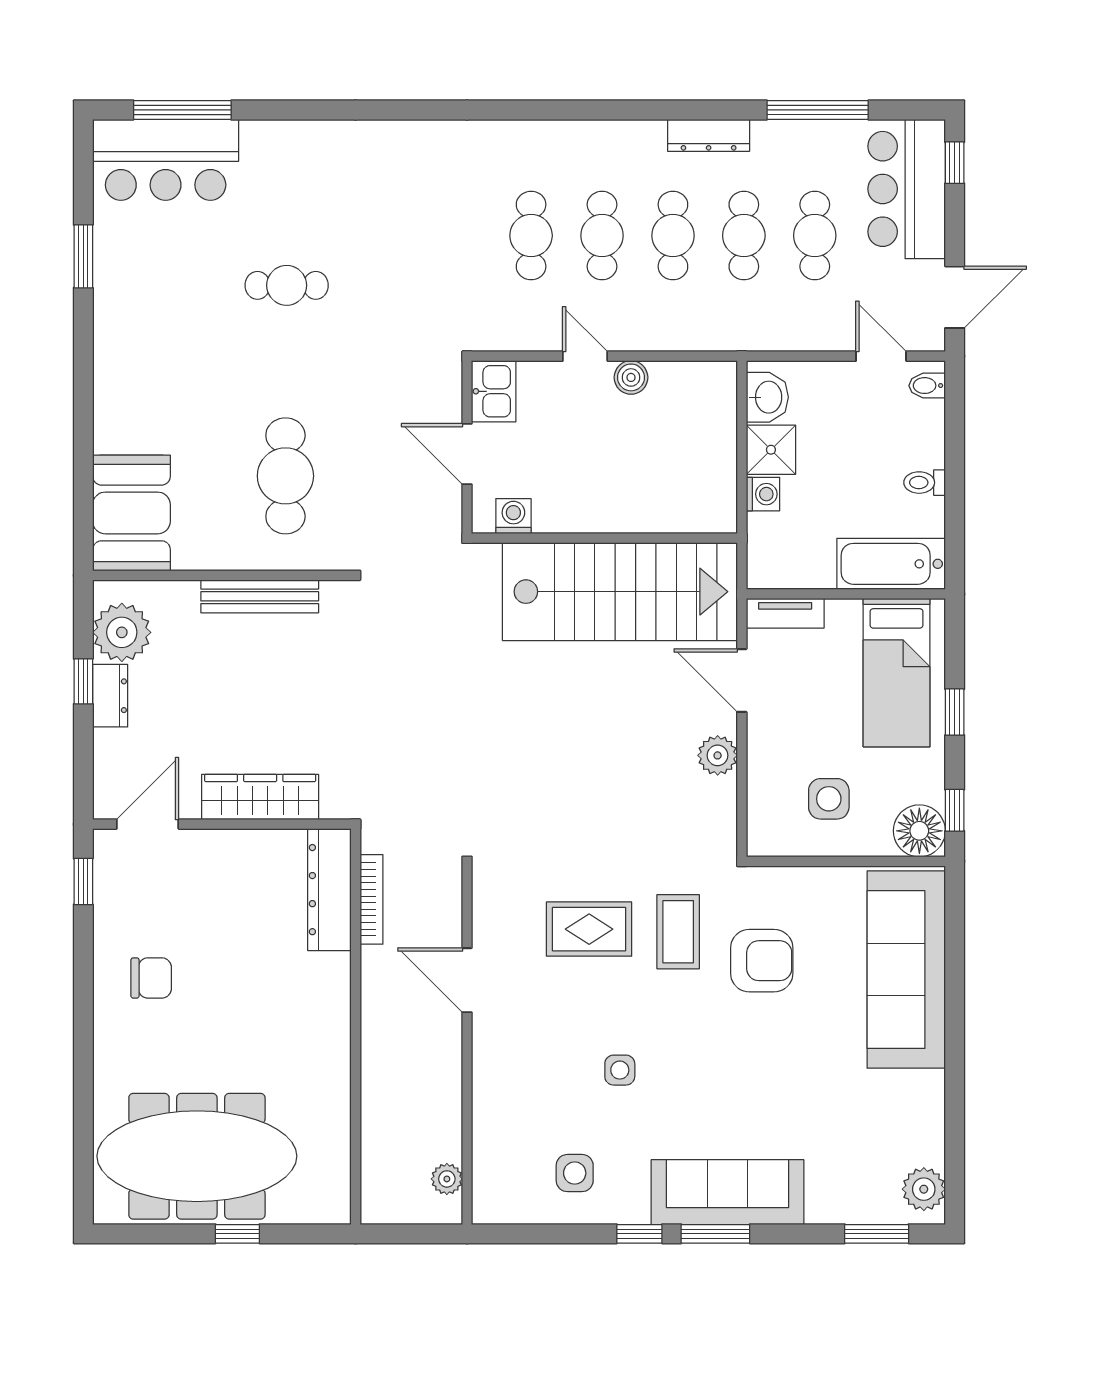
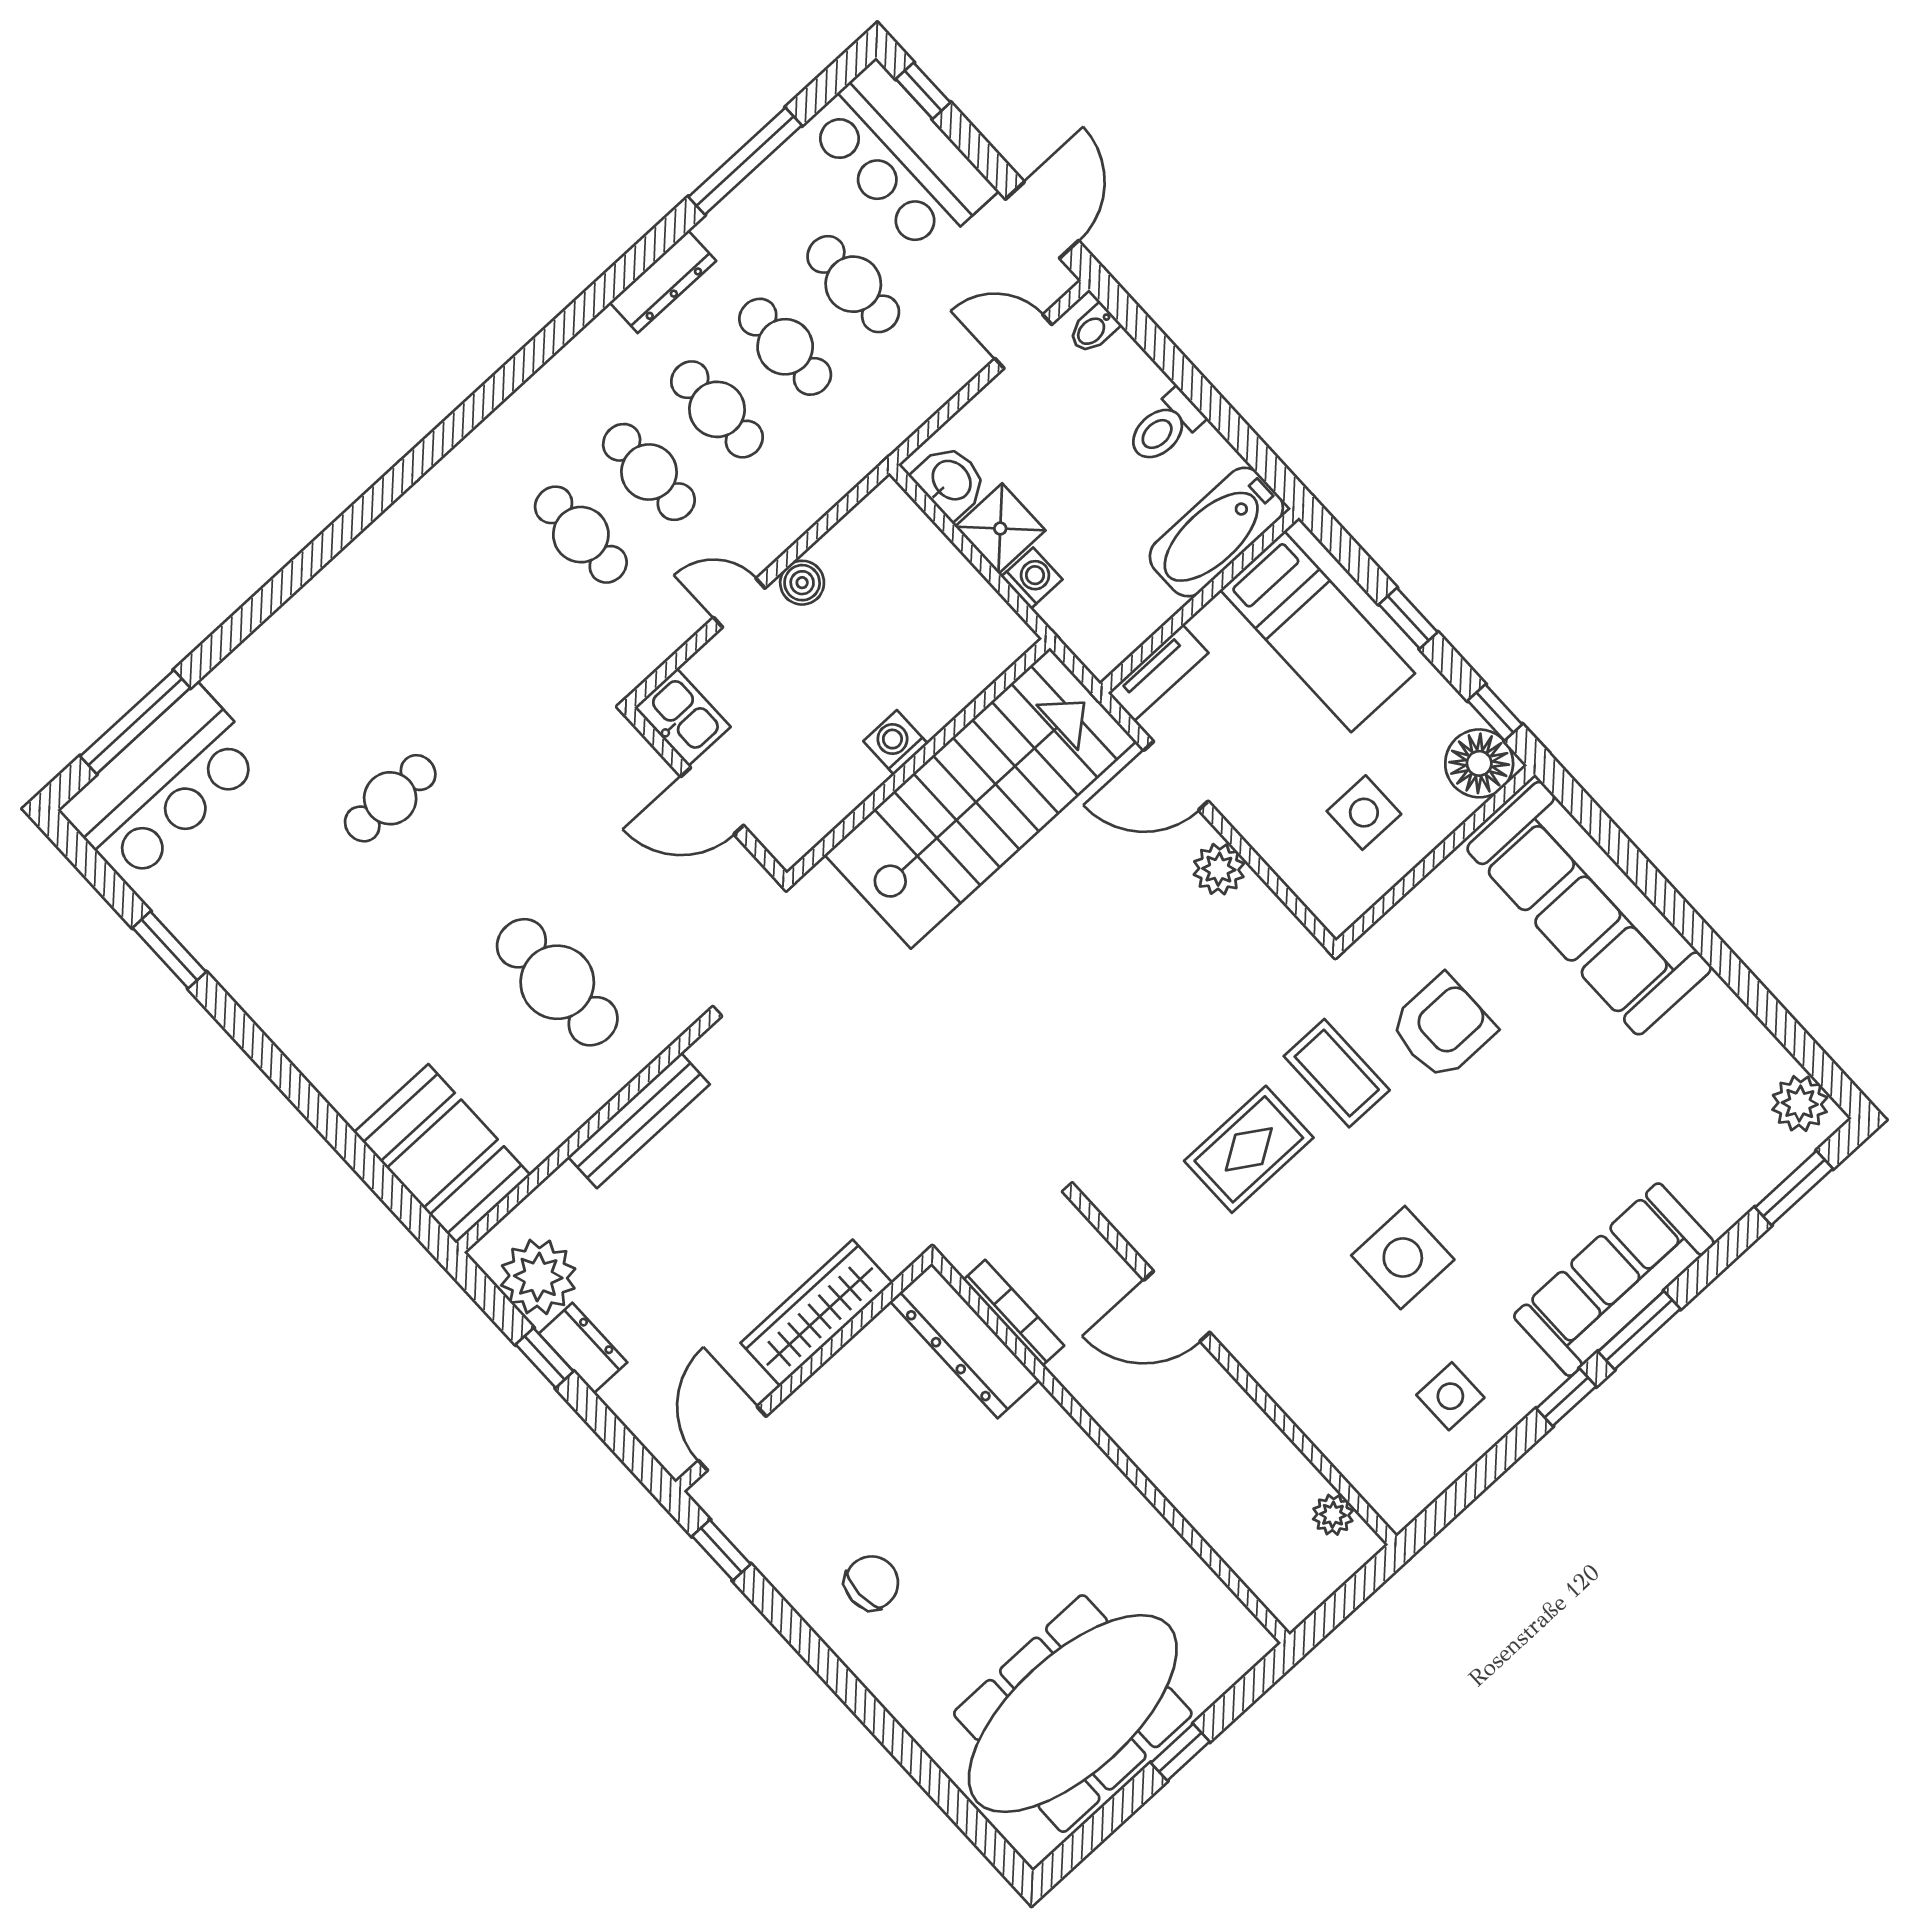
toilet: (925, 483) -> (1165, 427), width x1.37, depth x1.39
washing machine: (513, 516) -> (896, 742), moved
side table: (620, 1070) -> (1403, 1258), width x1.87, depth x1.87

